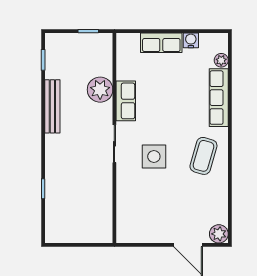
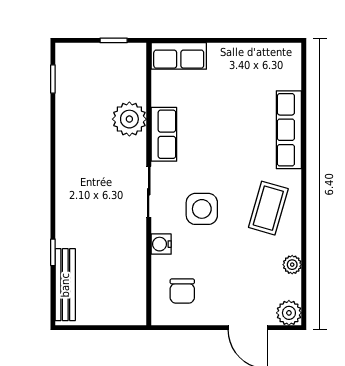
water cooler: (191, 40) -> (161, 244), moved, turned -90
row of seats: (161, 43) -> (179, 56), moved
plant: (221, 60) -> (292, 265), moved
bench: (52, 106) -> (65, 285), moved
chair: (139, 218) -> (182, 291), added

